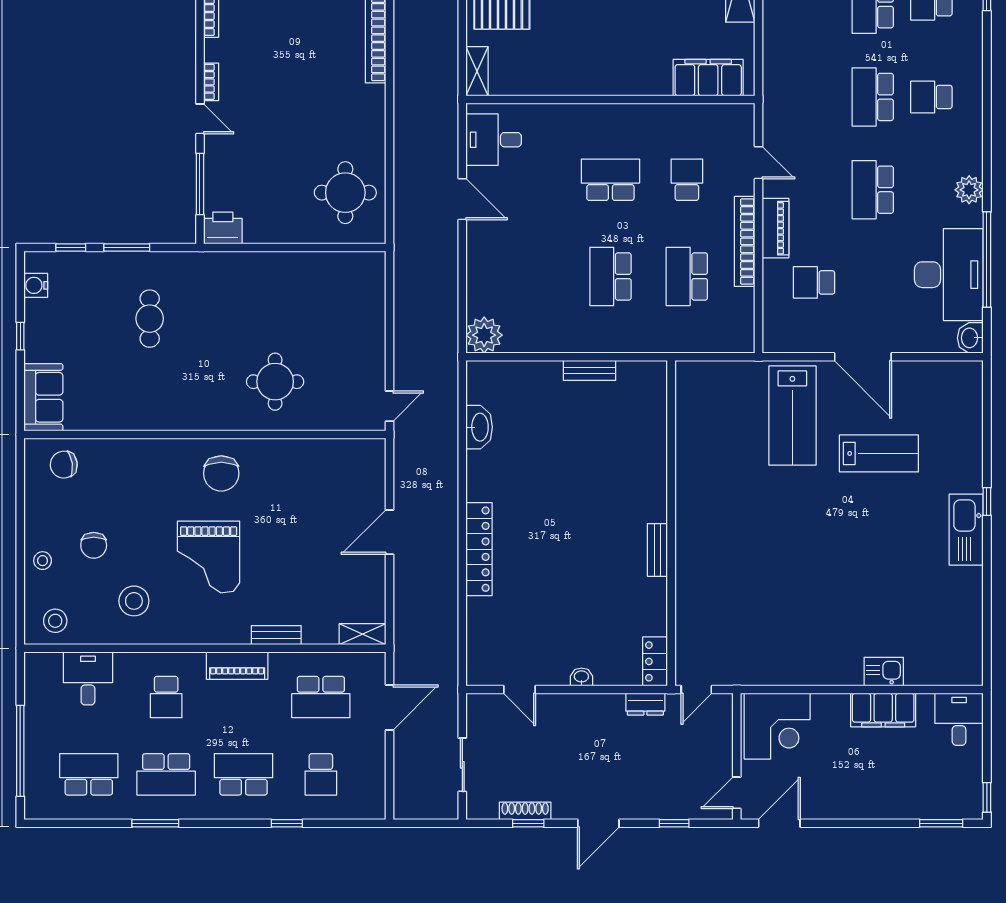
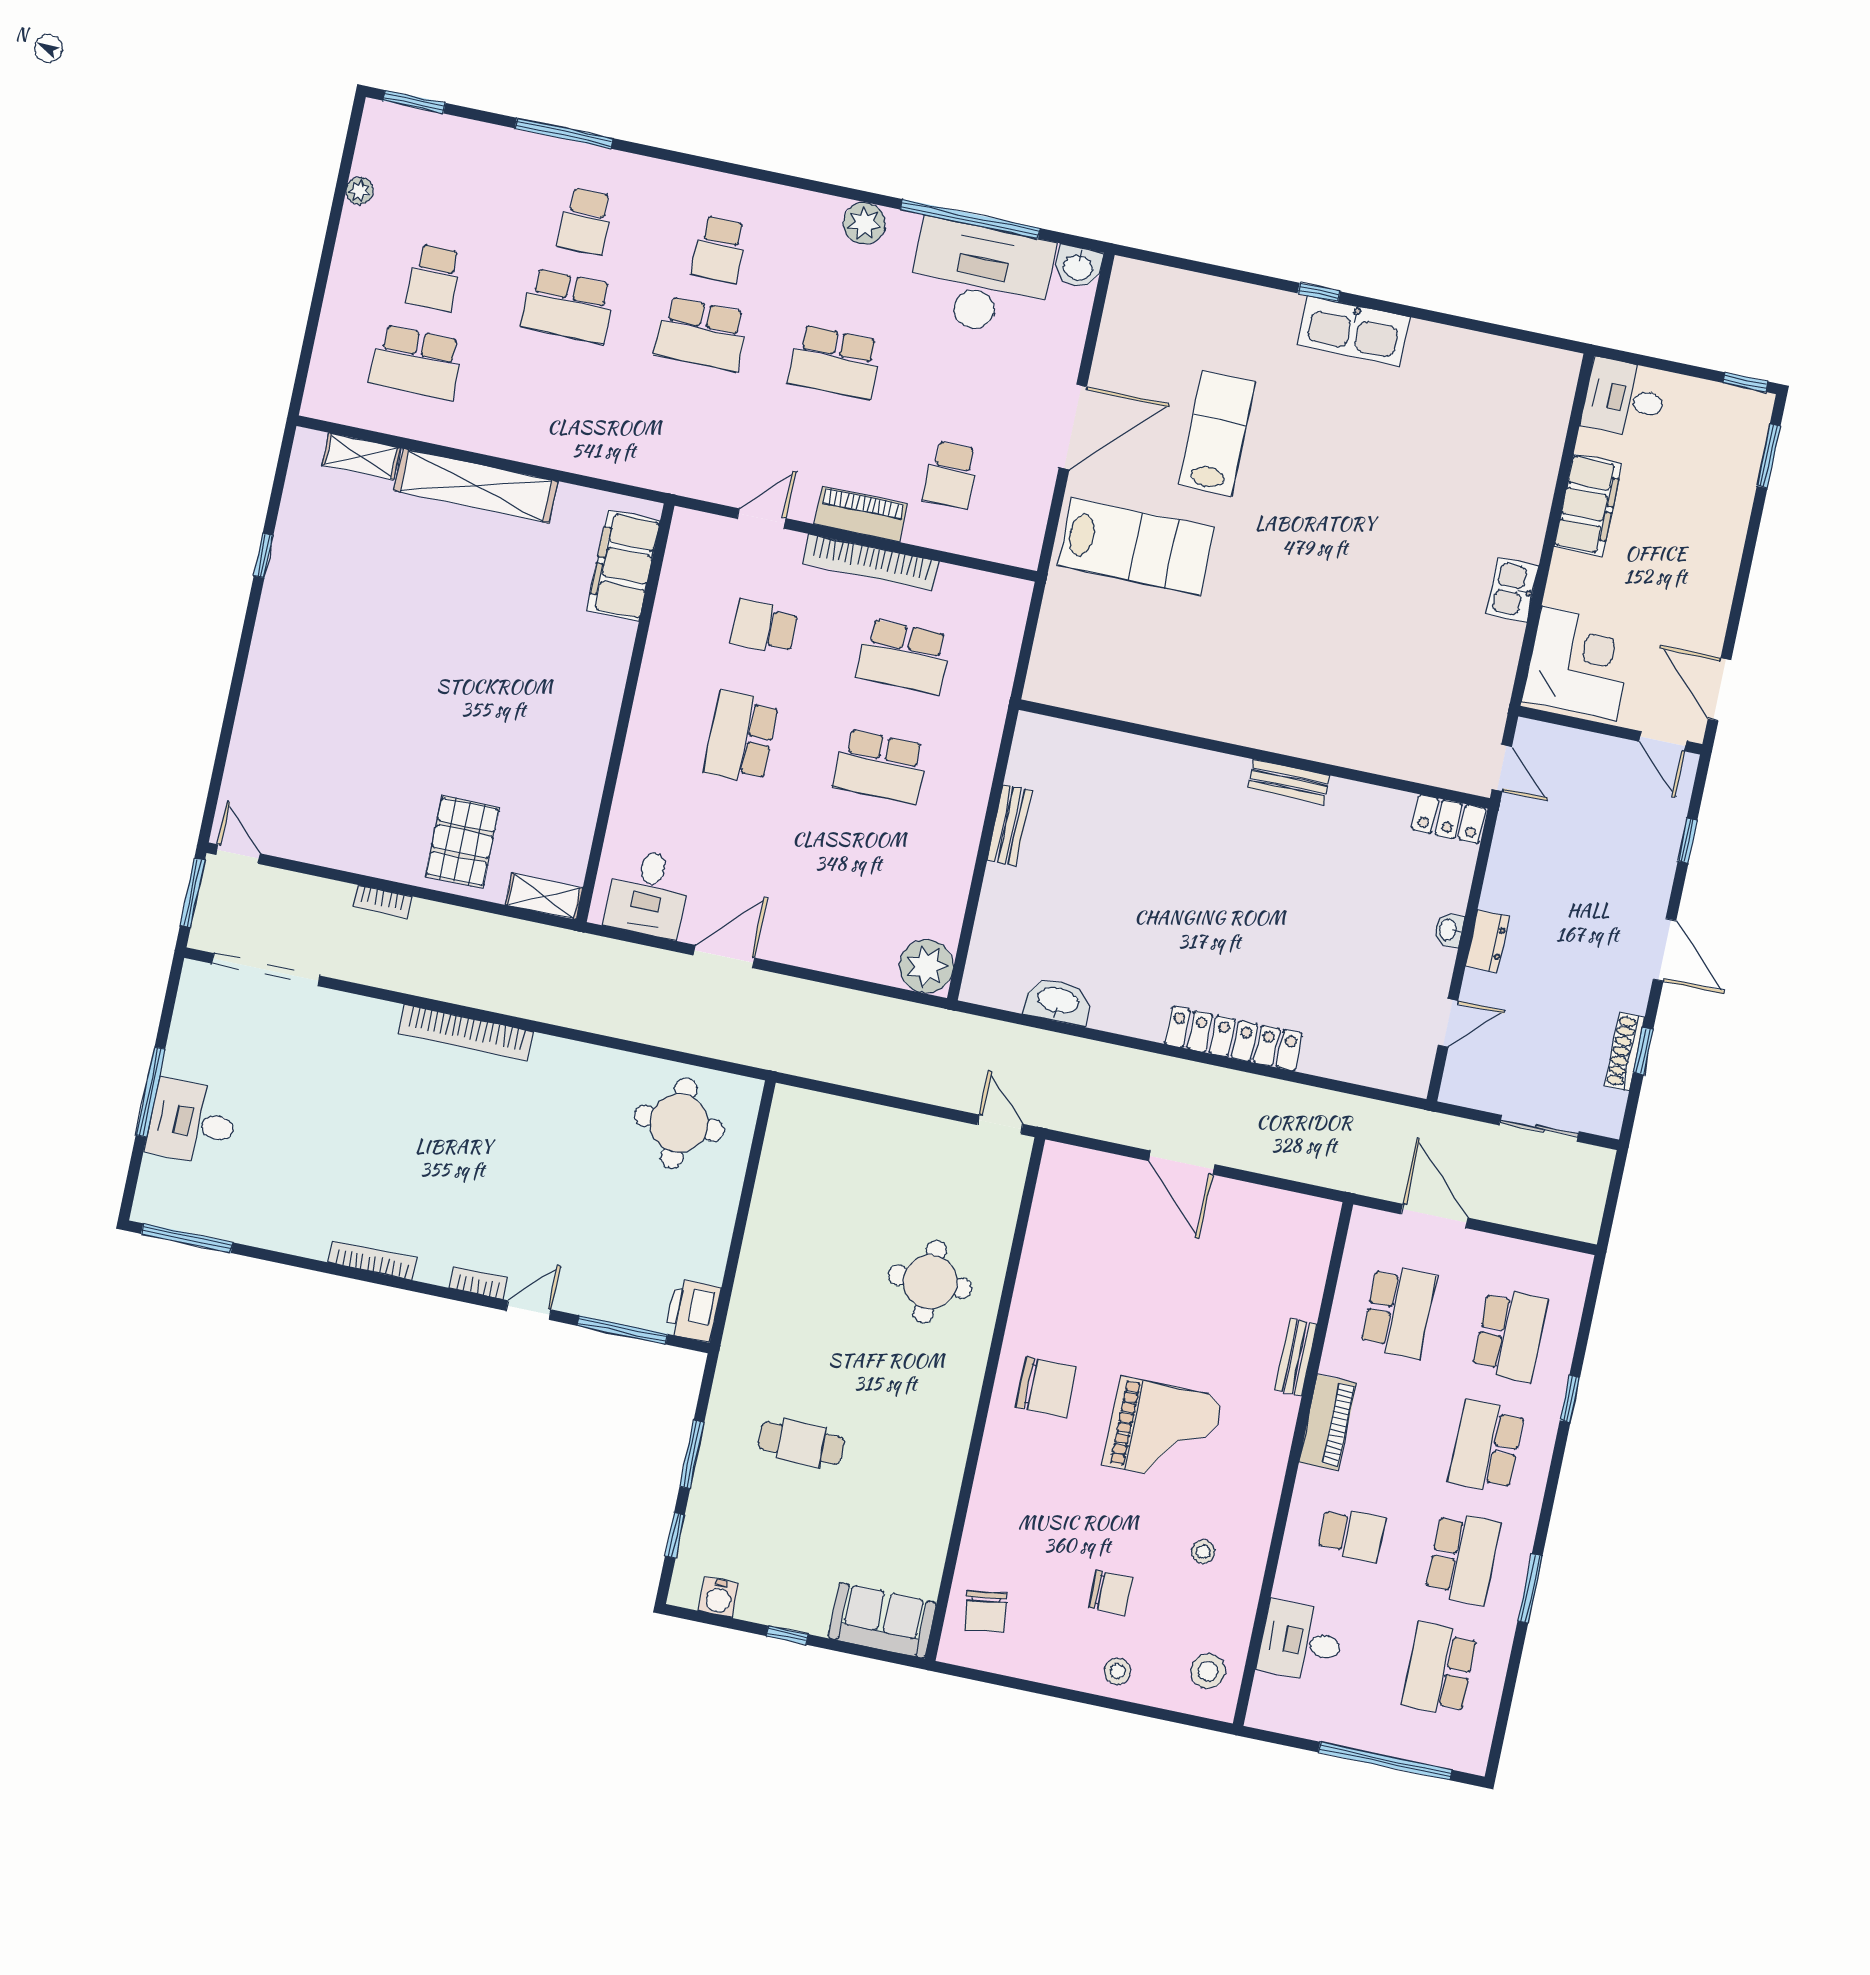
stool: (134, 601) -> (1203, 1552), width x0.53, depth x0.53
shelving: (362, 634) -> (1321, 1232), removed
kitchen sink: (884, 672) -> (1512, 590), moved
dresser: (645, 704) -> (1487, 941), moved
school desk: (321, 774) -> (1510, 1335), width x1.85

